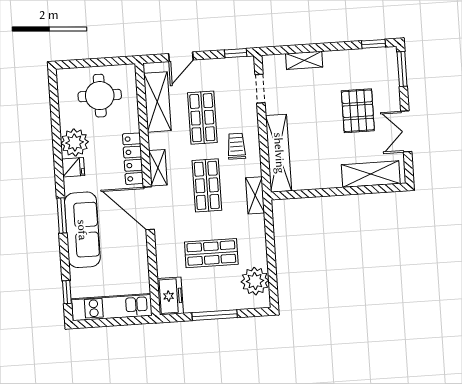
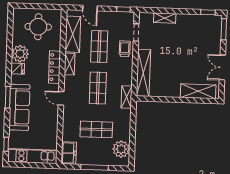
door: (181, 57) -> (90, 8), hinge flipped
pallet: (358, 111) -> (194, 52), removed
trolley: (236, 146) -> (125, 49), moved
shelving: (158, 168) -> (69, 64), moved
door: (149, 208) -> (61, 98), width x0.53

